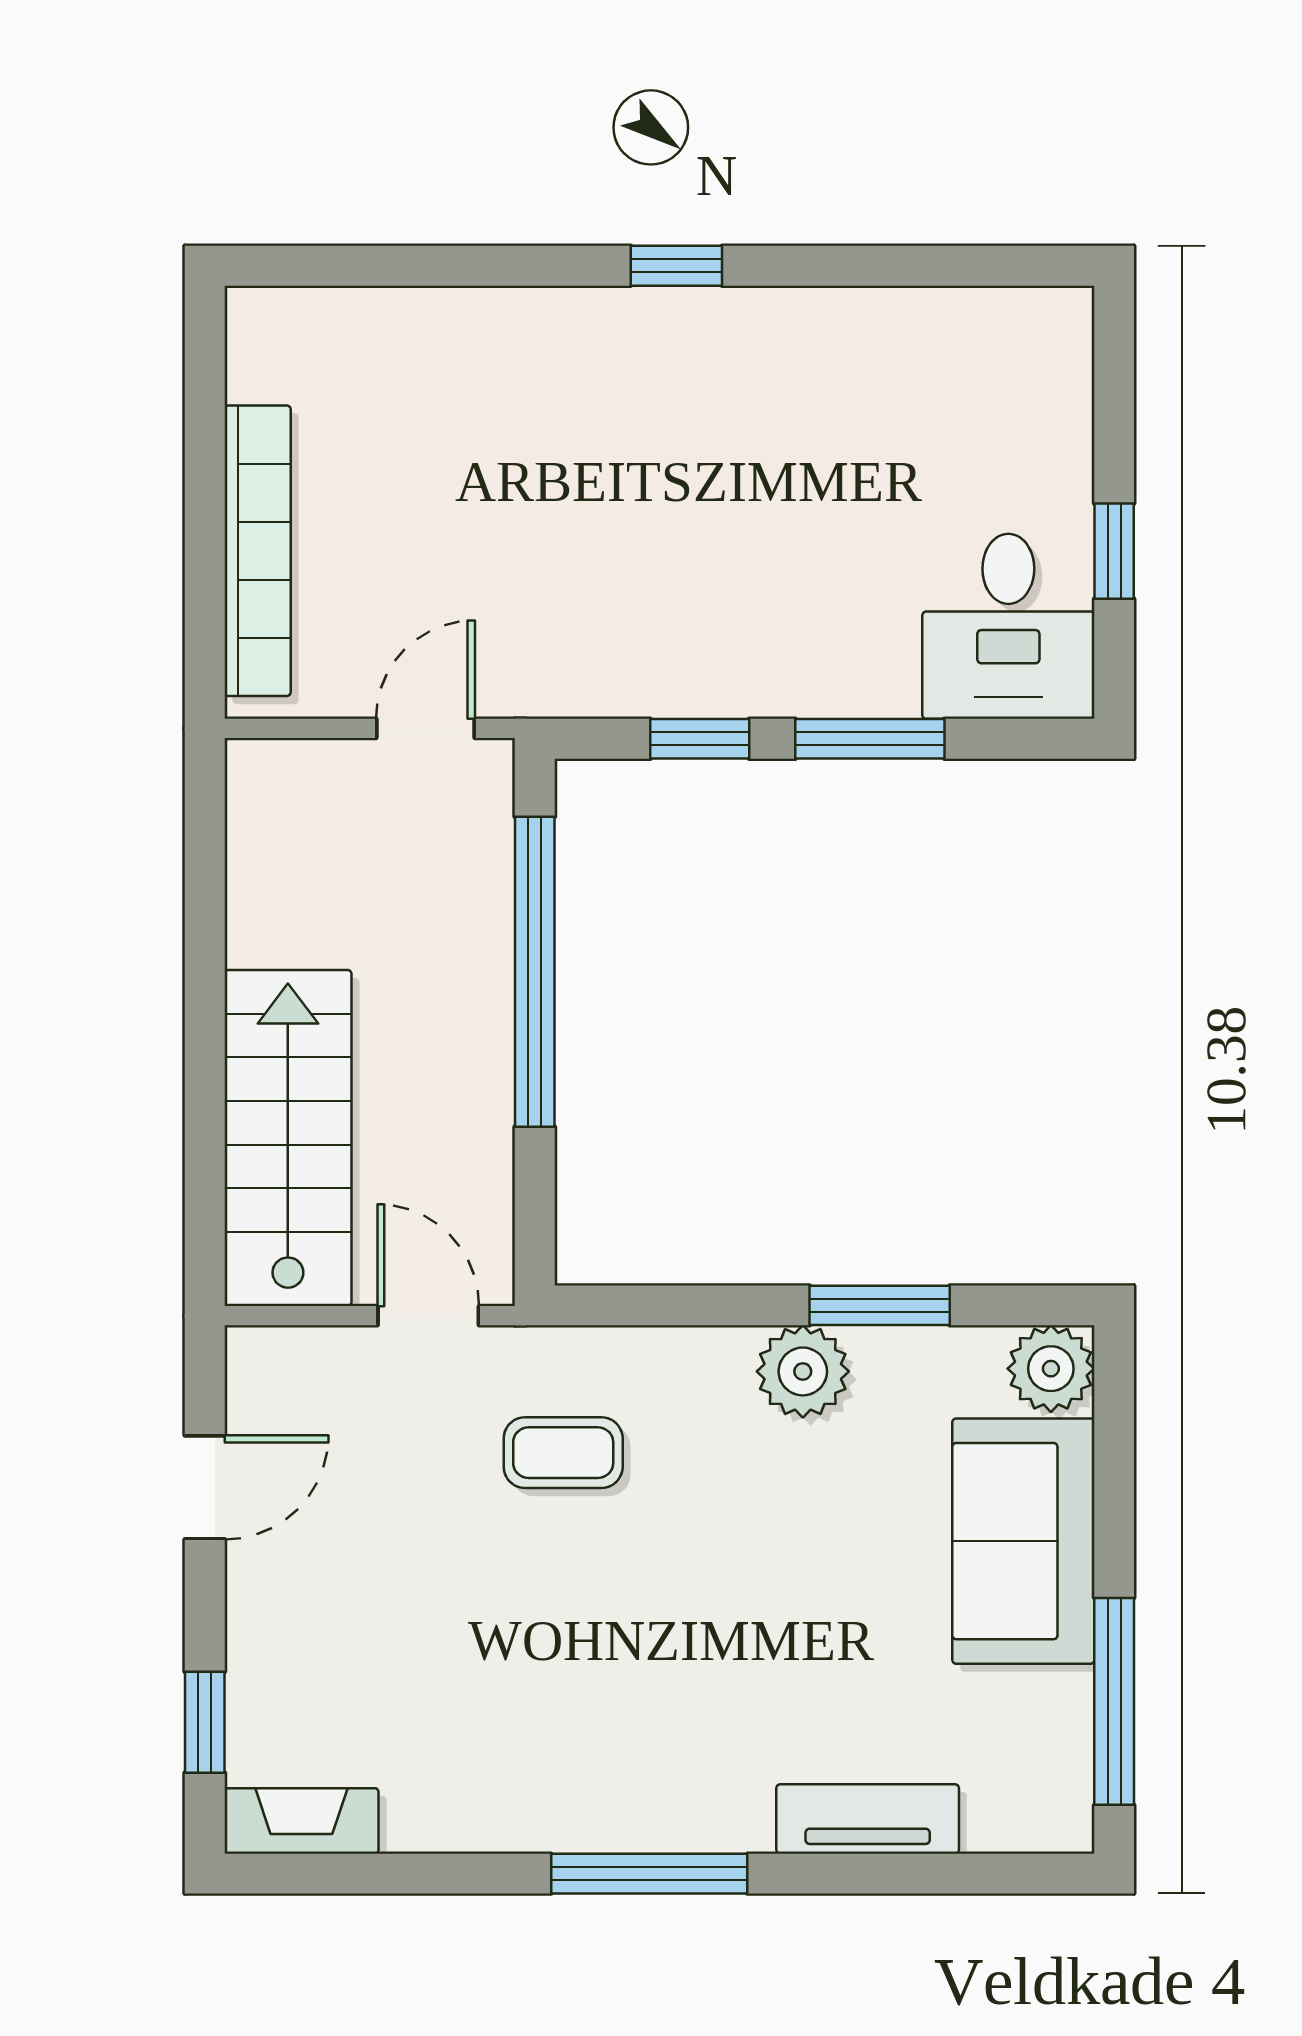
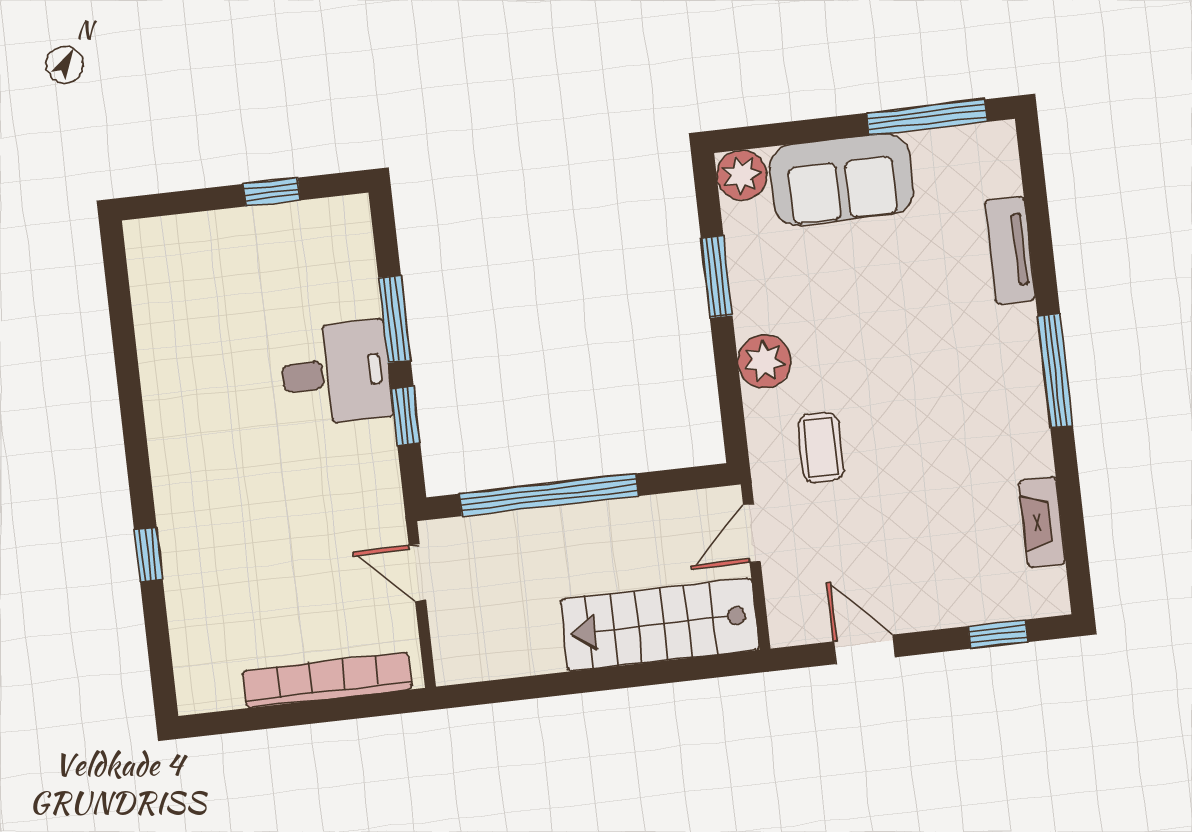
window: (676, 266) -> (148, 555), moved
desk: (1008, 626) -> (336, 373), moved
plant: (803, 1371) -> (764, 361), moved
fireplace: (301, 1821) -> (1042, 522), moved

